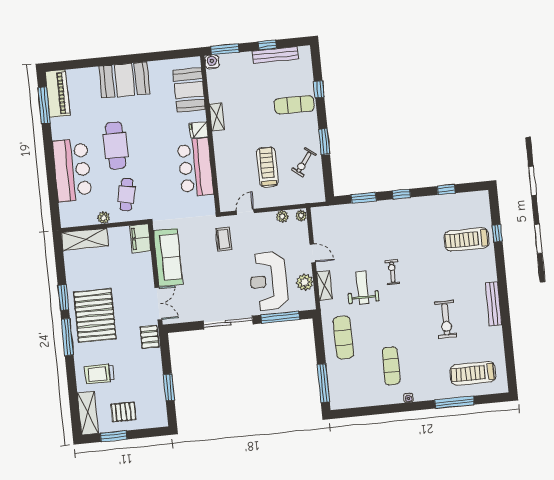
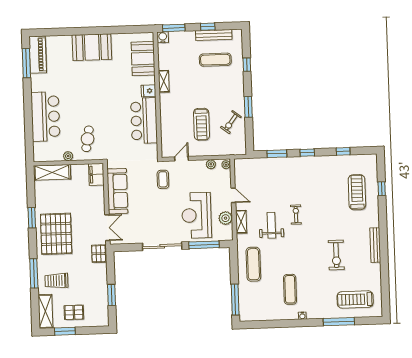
exercise mat: (294, 105) -> (215, 60), moved
cafe table: (116, 145) -> (81, 99), removed
treadmill: (267, 167) -> (202, 124), turned 180
treadmill: (467, 239) -> (357, 192), turned 90
window: (67, 337) -> (34, 273), moved

